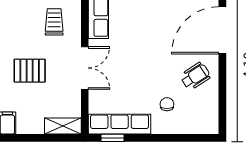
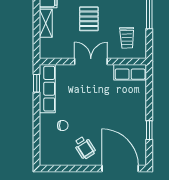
trolley: (54, 22) -> (127, 38), turned 88
double door: (85, 68) -> (91, 62), swing flipped
shelving: (63, 126) -> (46, 23), moved

